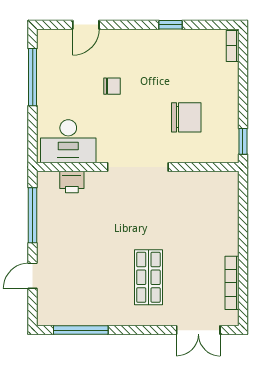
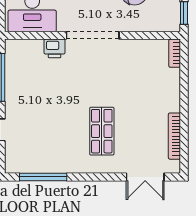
printer: (72, 182) -> (54, 48), moved
bookcase: (232, 188) -> (175, 53), added

